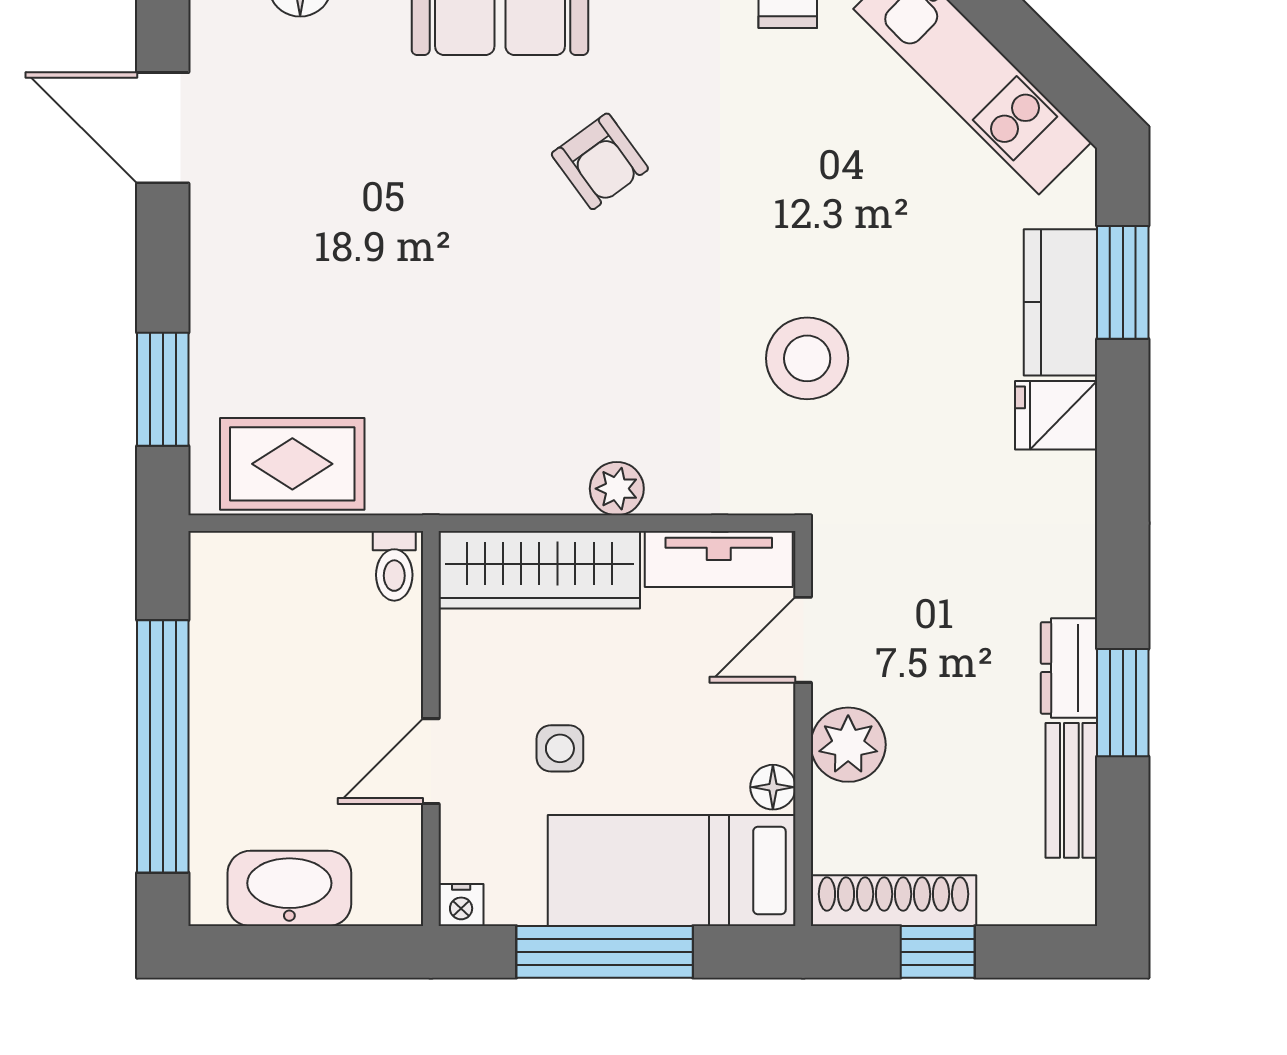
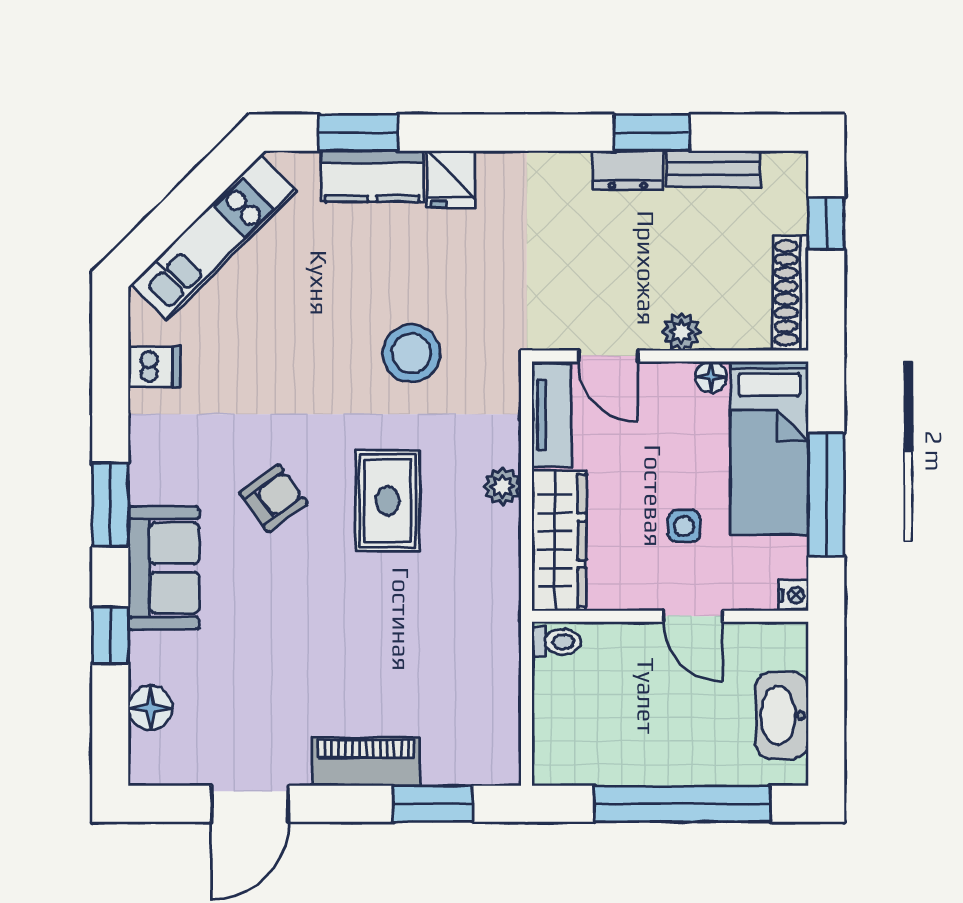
piano: (223, 294) -> (366, 762), added
rug: (292, 464) -> (388, 501), moved
plant: (848, 745) -> (681, 332), width x0.73, depth x0.73
window: (938, 952) -> (826, 223), moved

